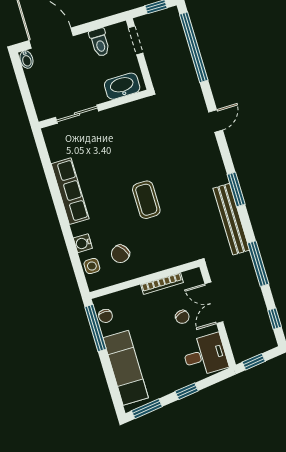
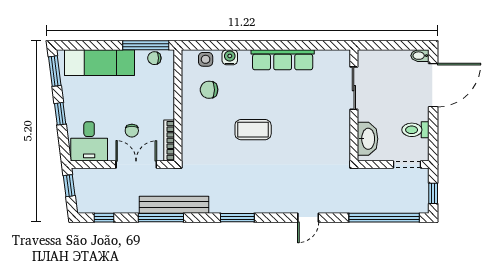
door: (216, 121) -> (308, 218), hinge flipped
bench: (231, 219) -> (174, 205), moved
chair: (120, 254) -> (209, 90), turned -56
bookcase: (162, 283) -> (169, 141), moved
chair: (182, 317) -> (132, 131), turned -73

